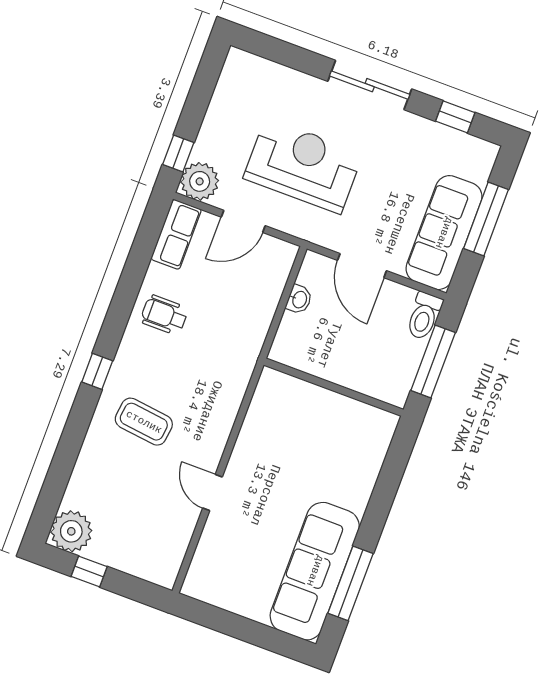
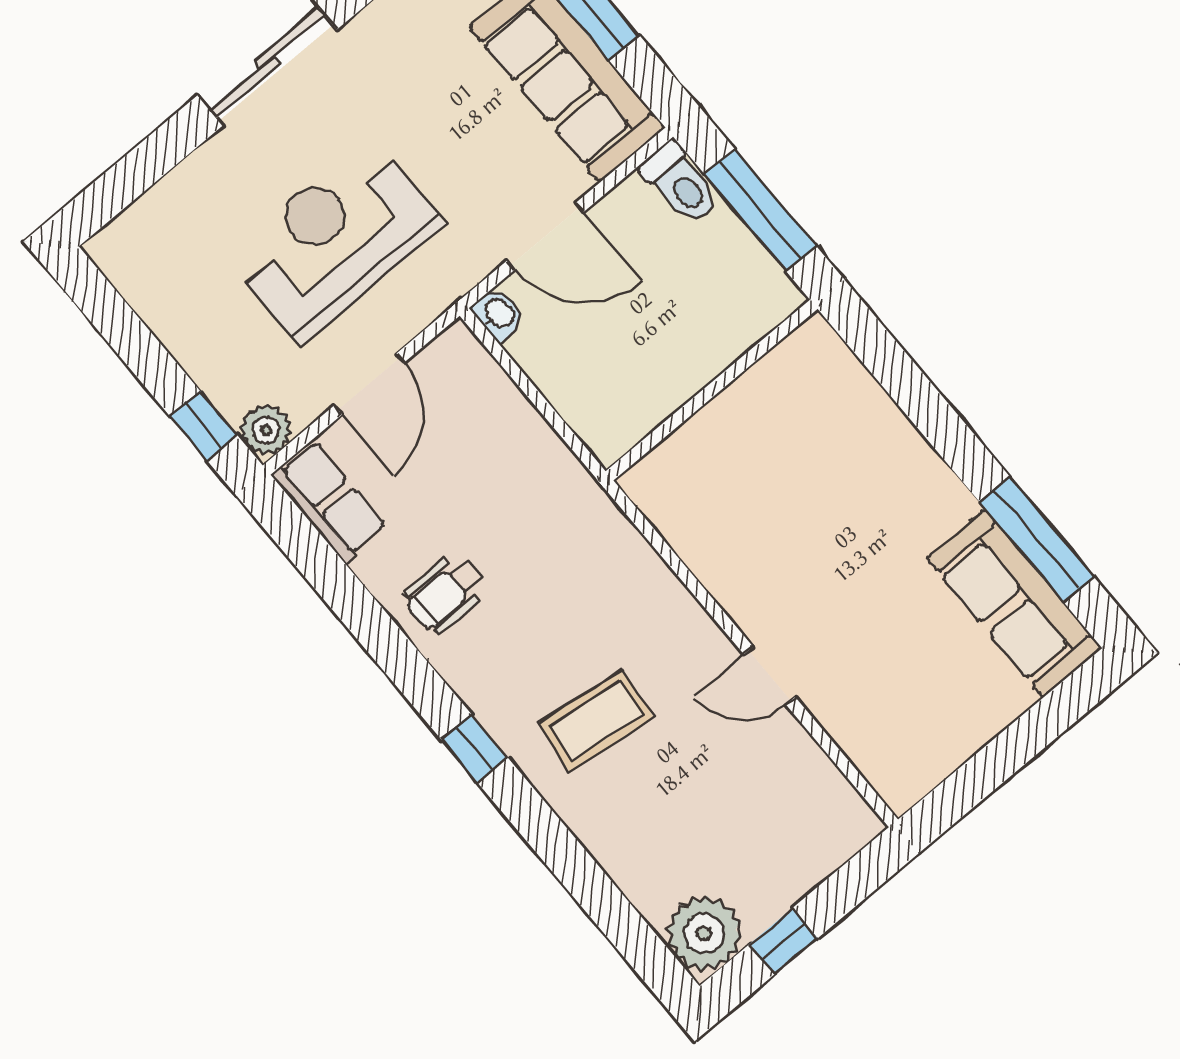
plant: (200, 181) -> (266, 430), width x0.73, depth x0.73
washbasin: (299, 299) -> (499, 314), moved
sofa: (315, 571) -> (1014, 603), width x0.74, depth x0.79

